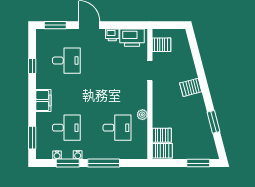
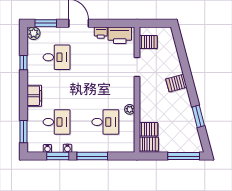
plant: (43, 36) -> (34, 33), added
window: (198, 163) -> (184, 156), width x1.44

